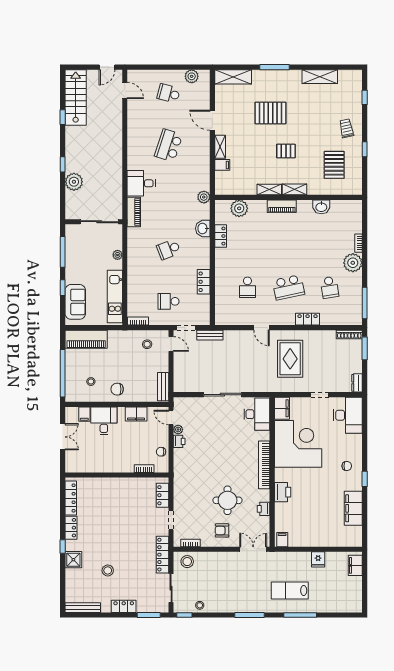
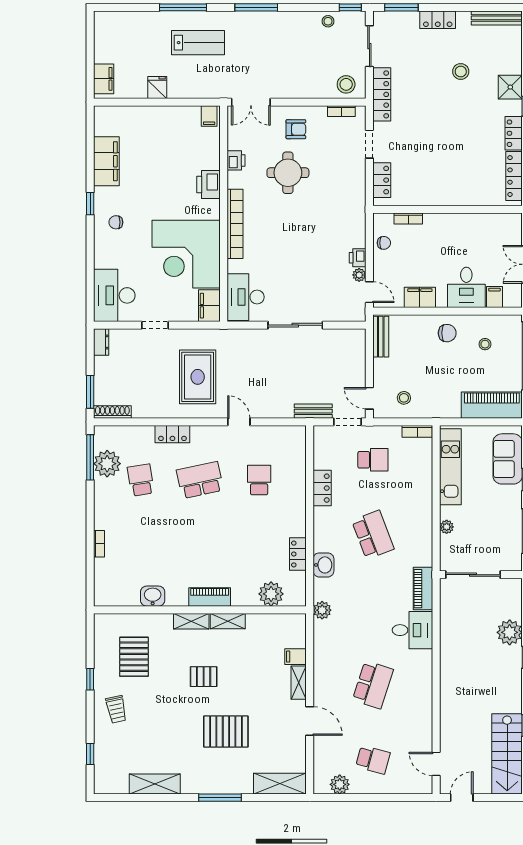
school desk: (169, 249) -> (373, 535), width x1.85
plant: (353, 263) -> (107, 464), moved

